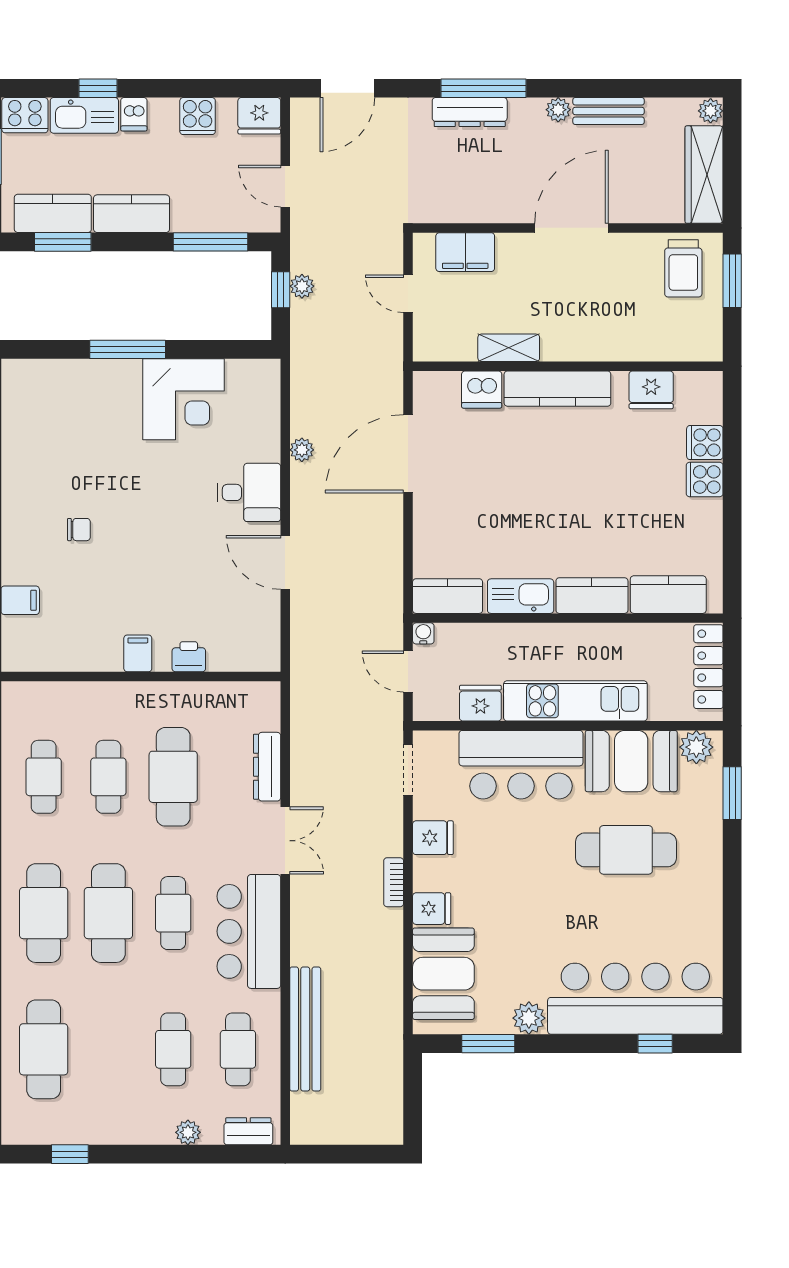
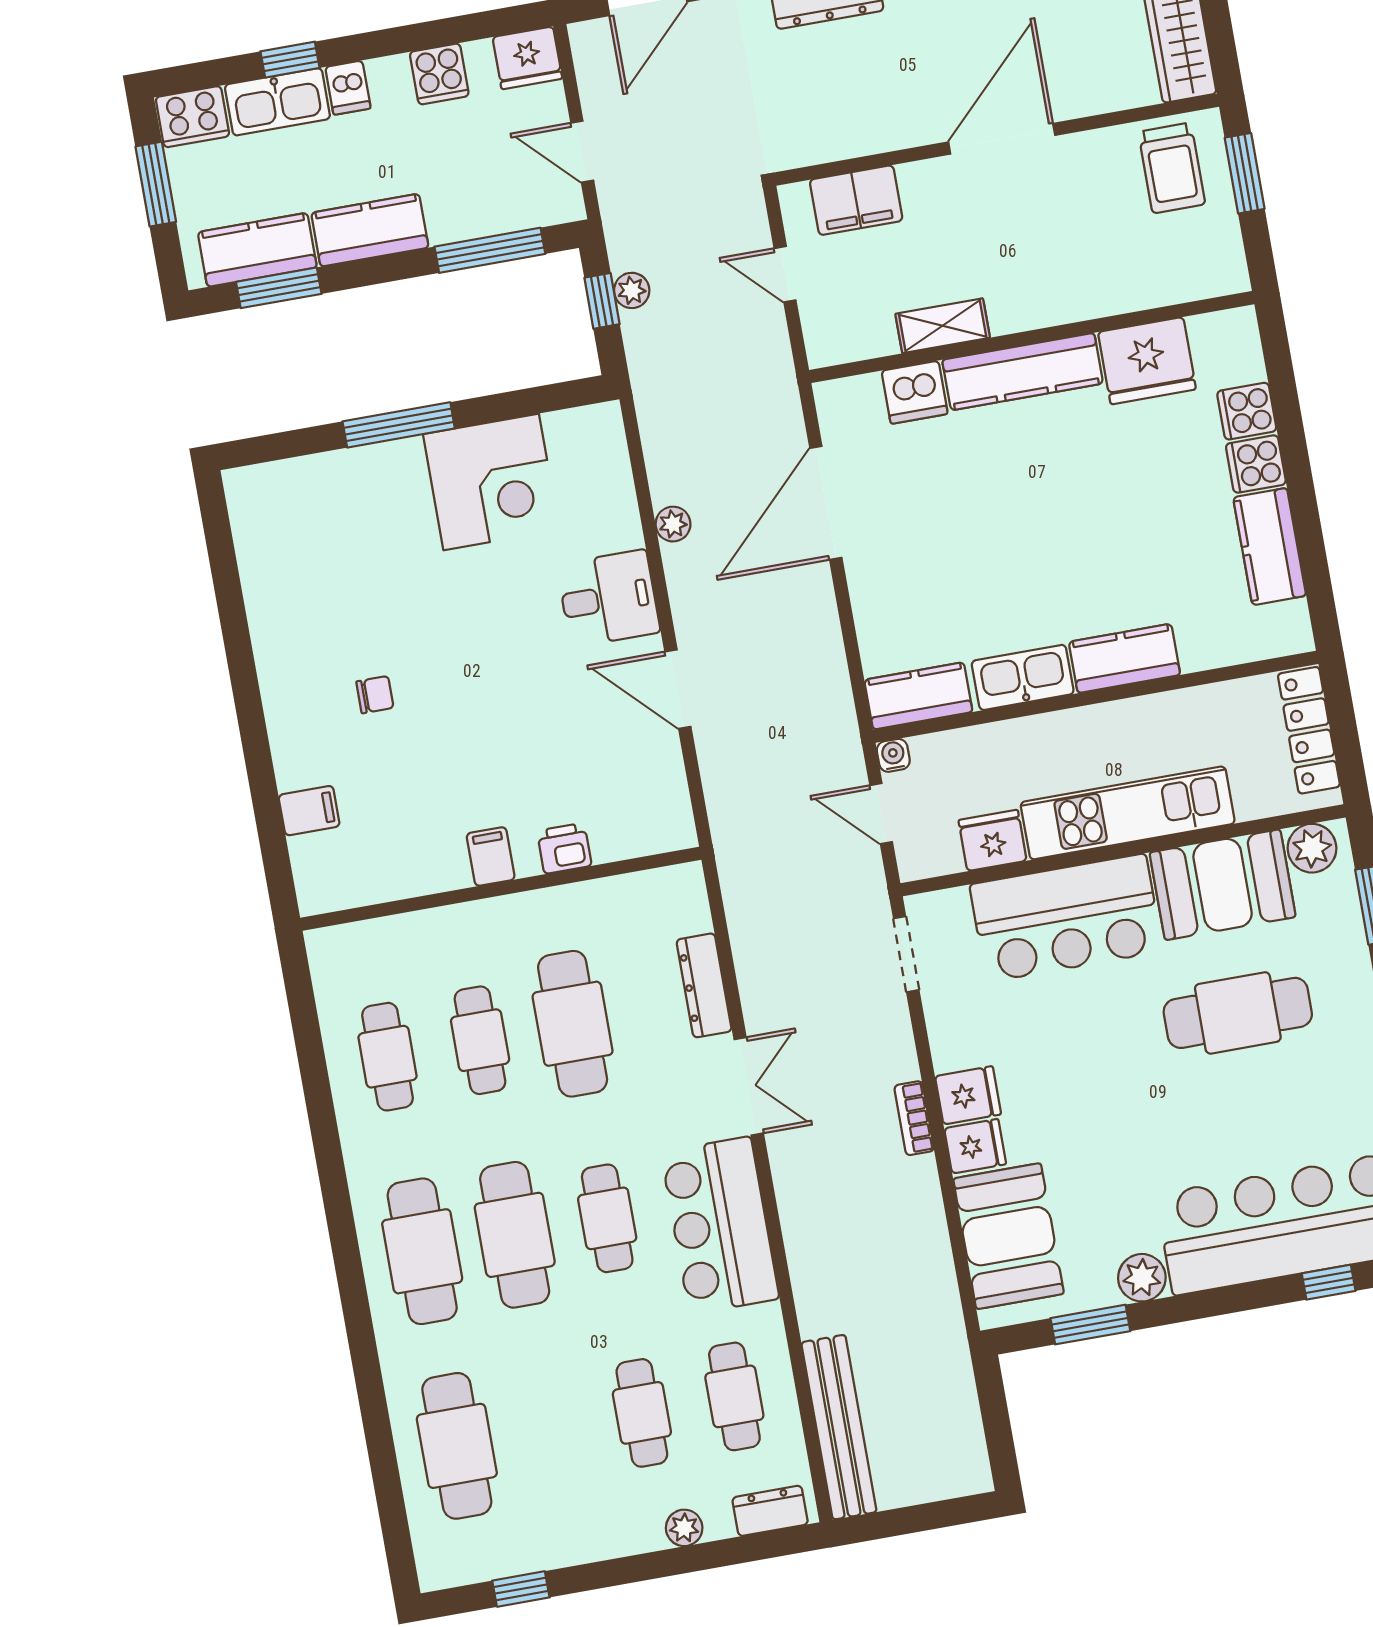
fridge: (651, 390) -> (1147, 361), width x1.36, depth x1.34
kitchen counter: (668, 595) -> (1270, 547), moved, turned -90
fridge: (433, 838) -> (968, 1095), moved
bench: (305, 1029) -> (839, 1427), moved

